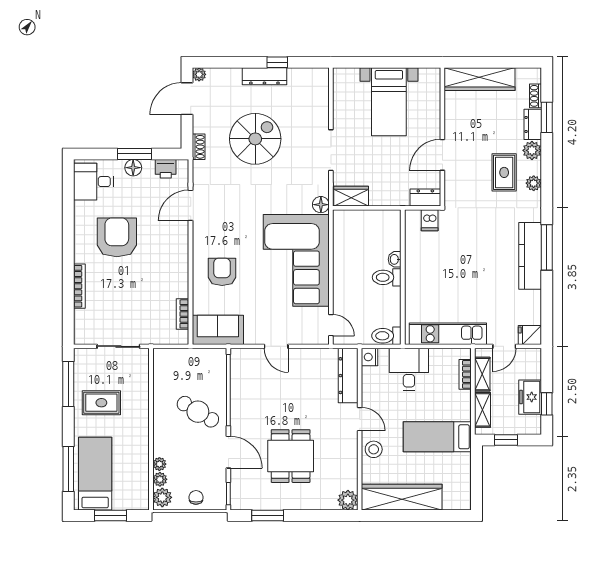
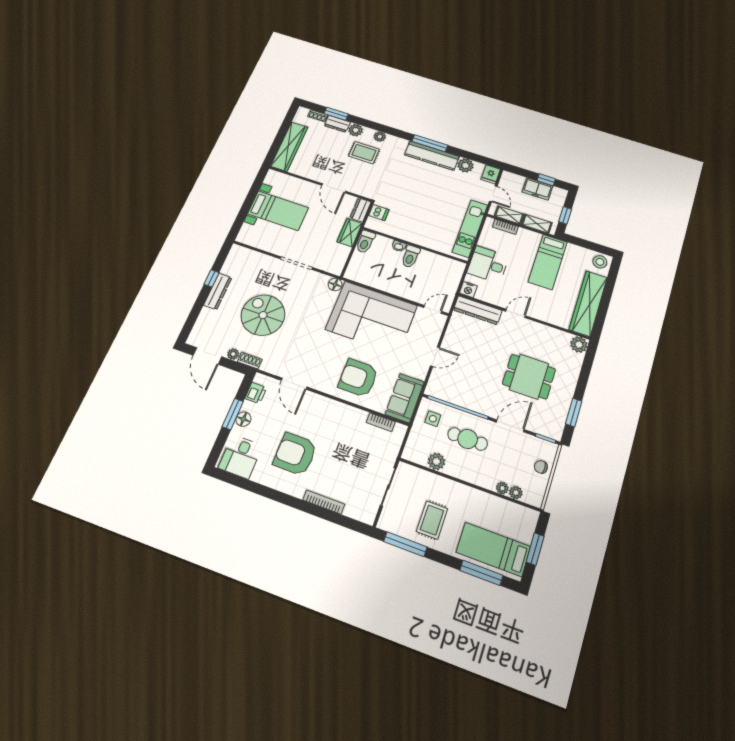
plant: (199, 74) -> (233, 354), moved
wardrobe: (351, 196) -> (350, 233), moved
armchair: (222, 272) -> (358, 378), width x1.36, depth x1.36
plant: (531, 301) -> (465, 165), added
toilet: (386, 336) -> (365, 242), moved
side table: (206, 368) -> (433, 419), added
cafe table: (198, 412) -> (468, 439), turned 59
stool: (374, 449) -> (600, 262), moved
plant: (162, 497) -> (436, 461), moved

